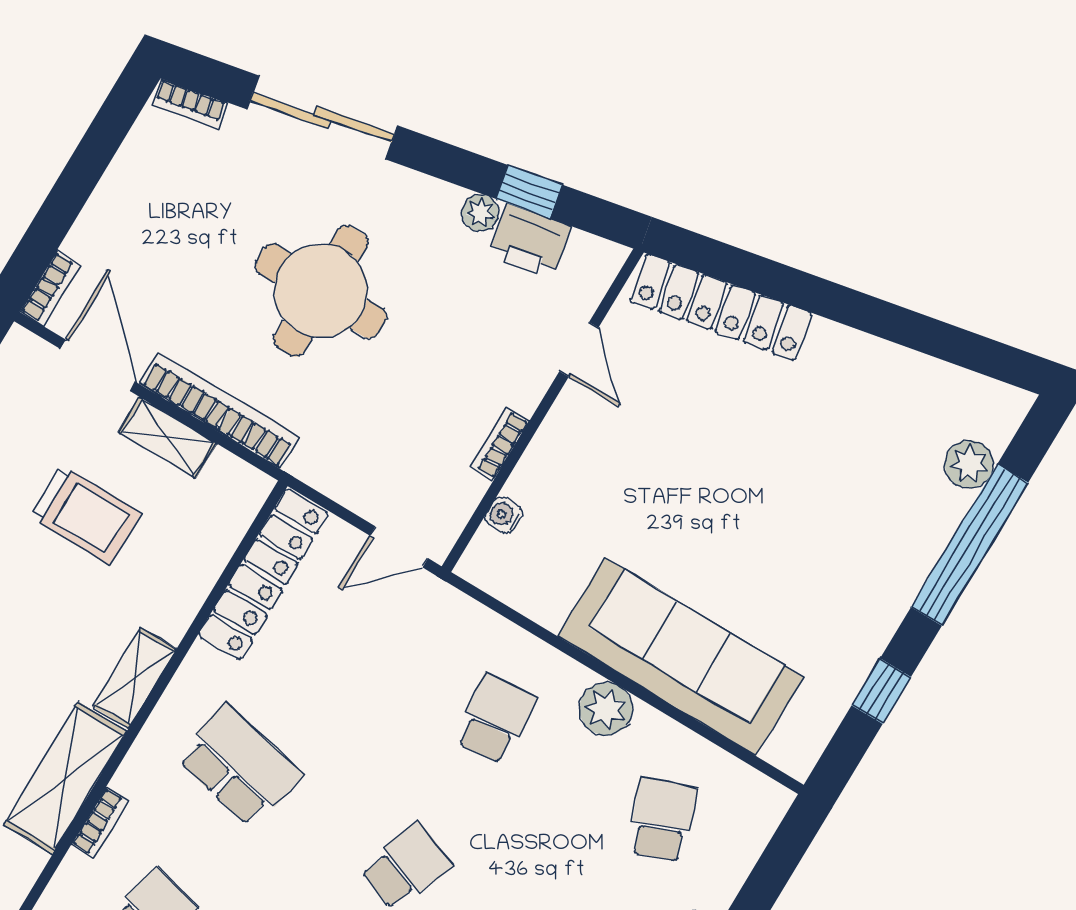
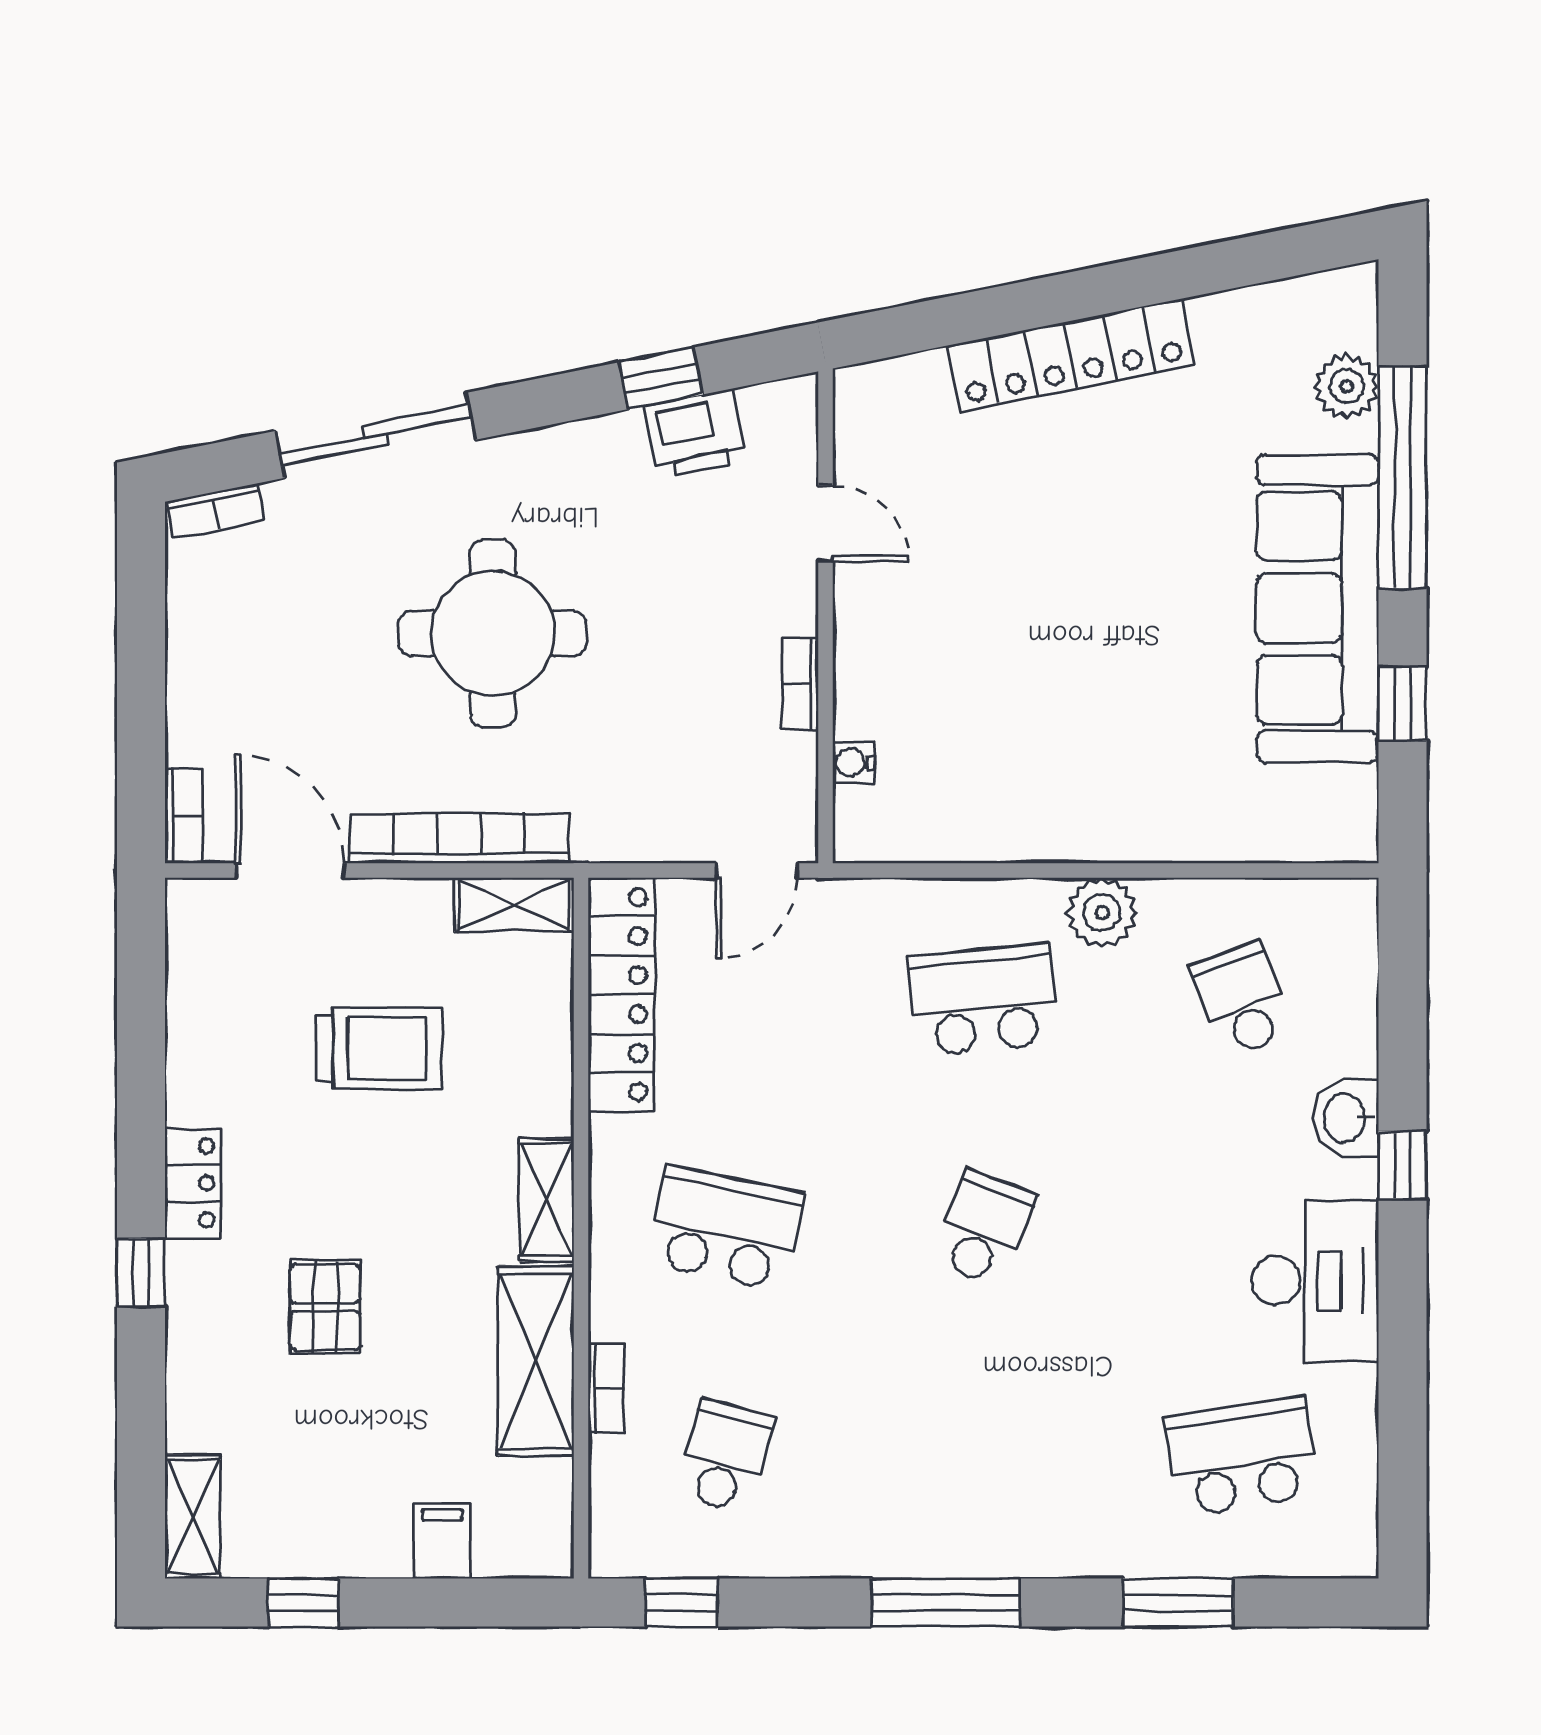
plant: (480, 213) -> (620, 436), removed
locker: (721, 307) -> (1071, 355), moved
shelving: (168, 437) -> (514, 905), moved
sofa: (680, 657) -> (1318, 608), moved, turned -90
school desk: (495, 719) -> (983, 1000), width x1.85

